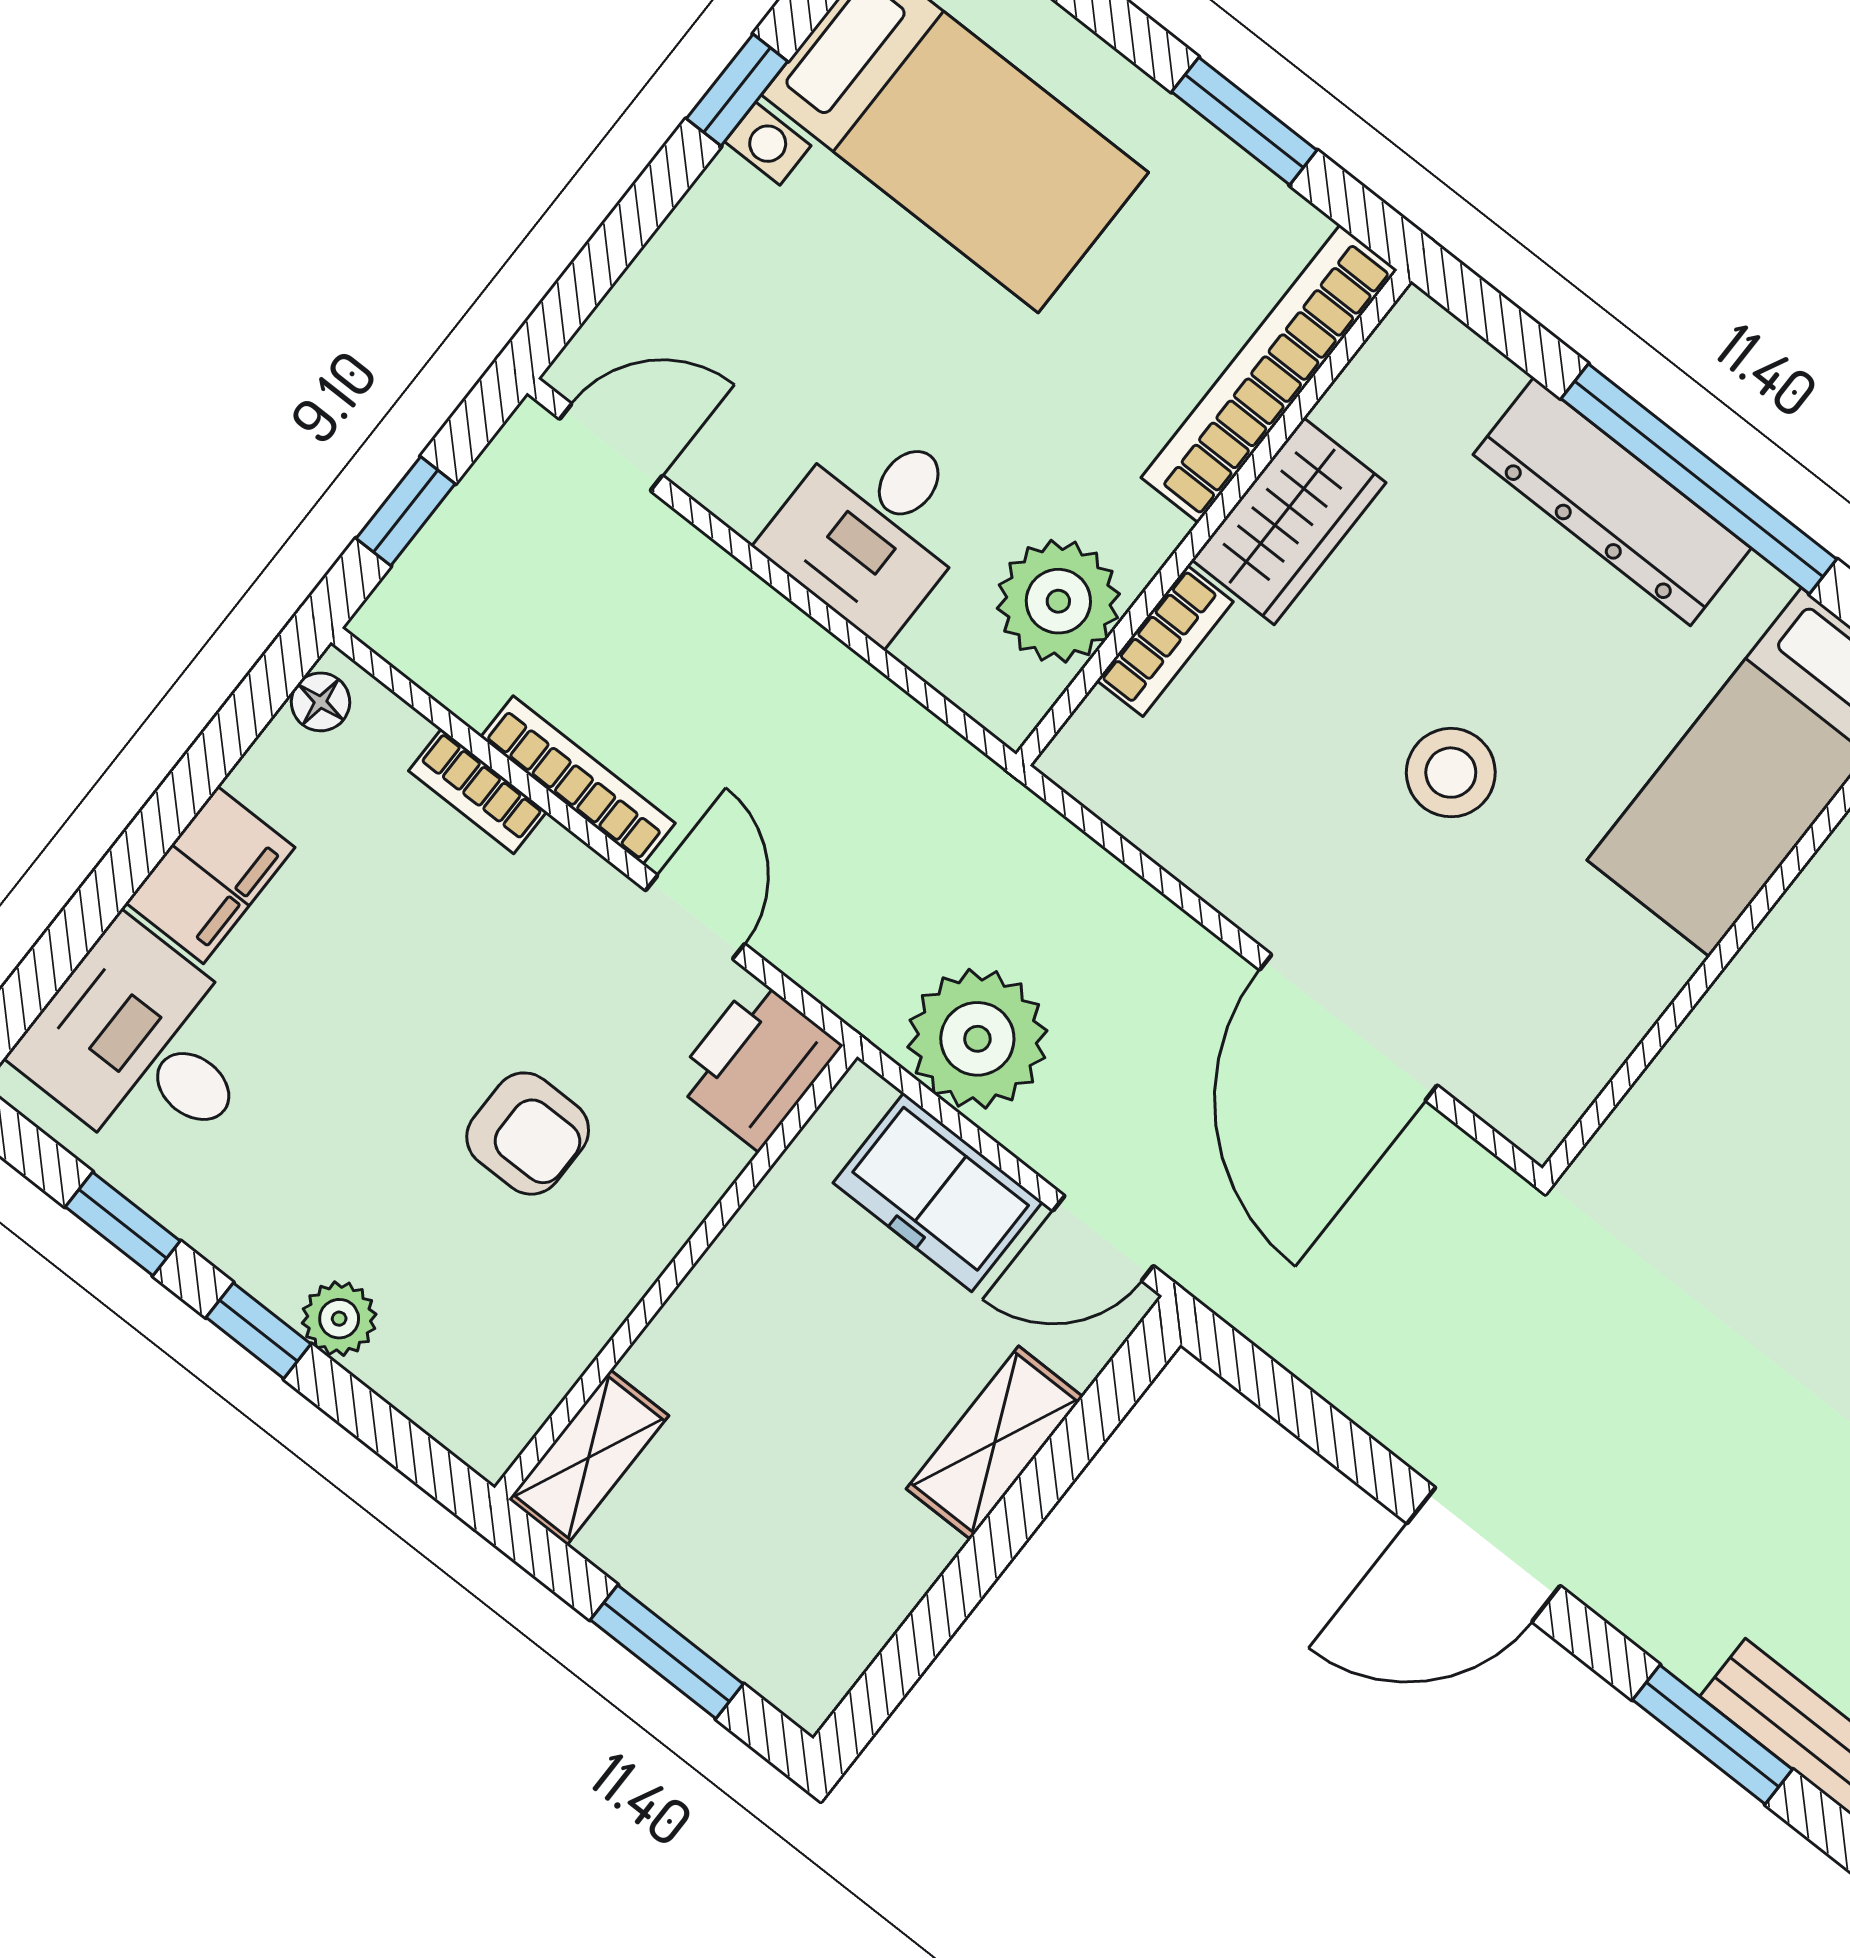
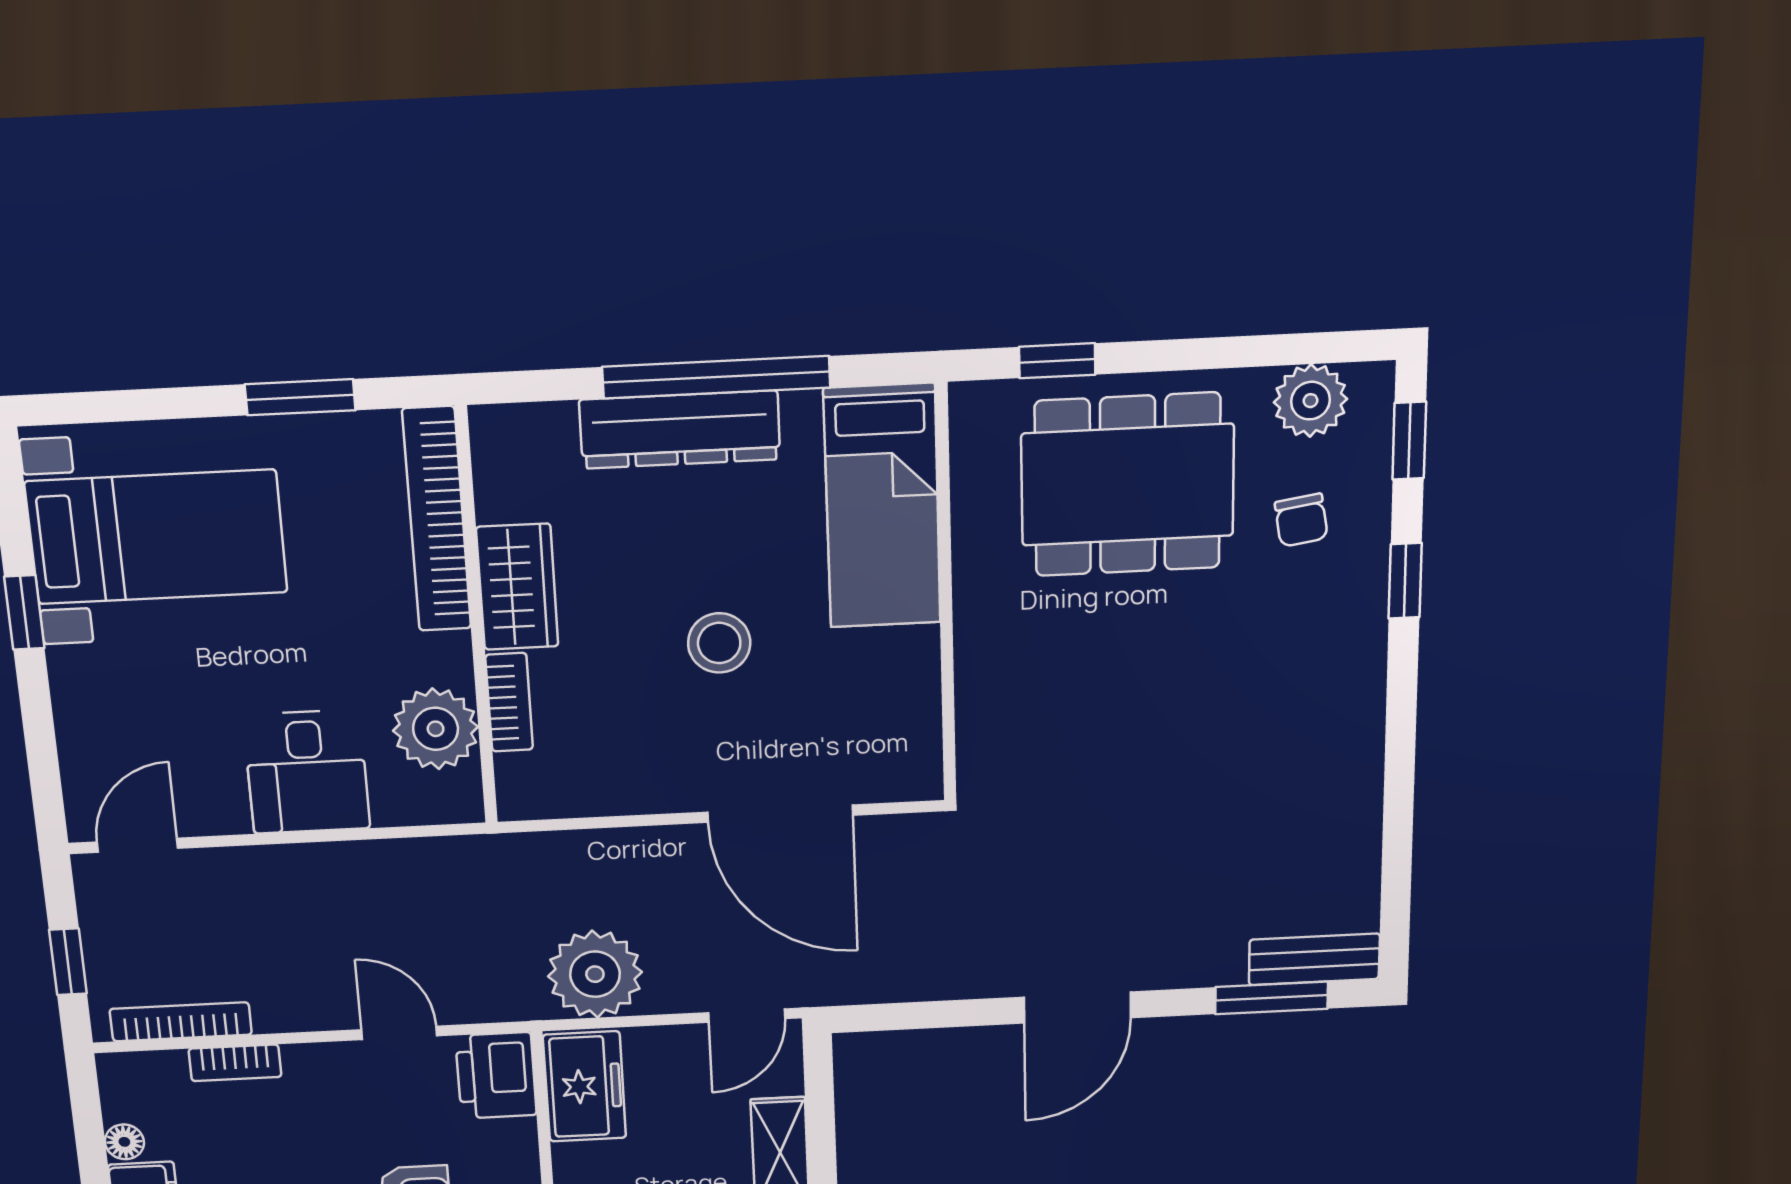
floor lamp: (321, 702) -> (124, 1142), moved
bookcase: (578, 780) -> (181, 1022), moved
freezer: (938, 1192) -> (585, 1086), moved, turned -90

